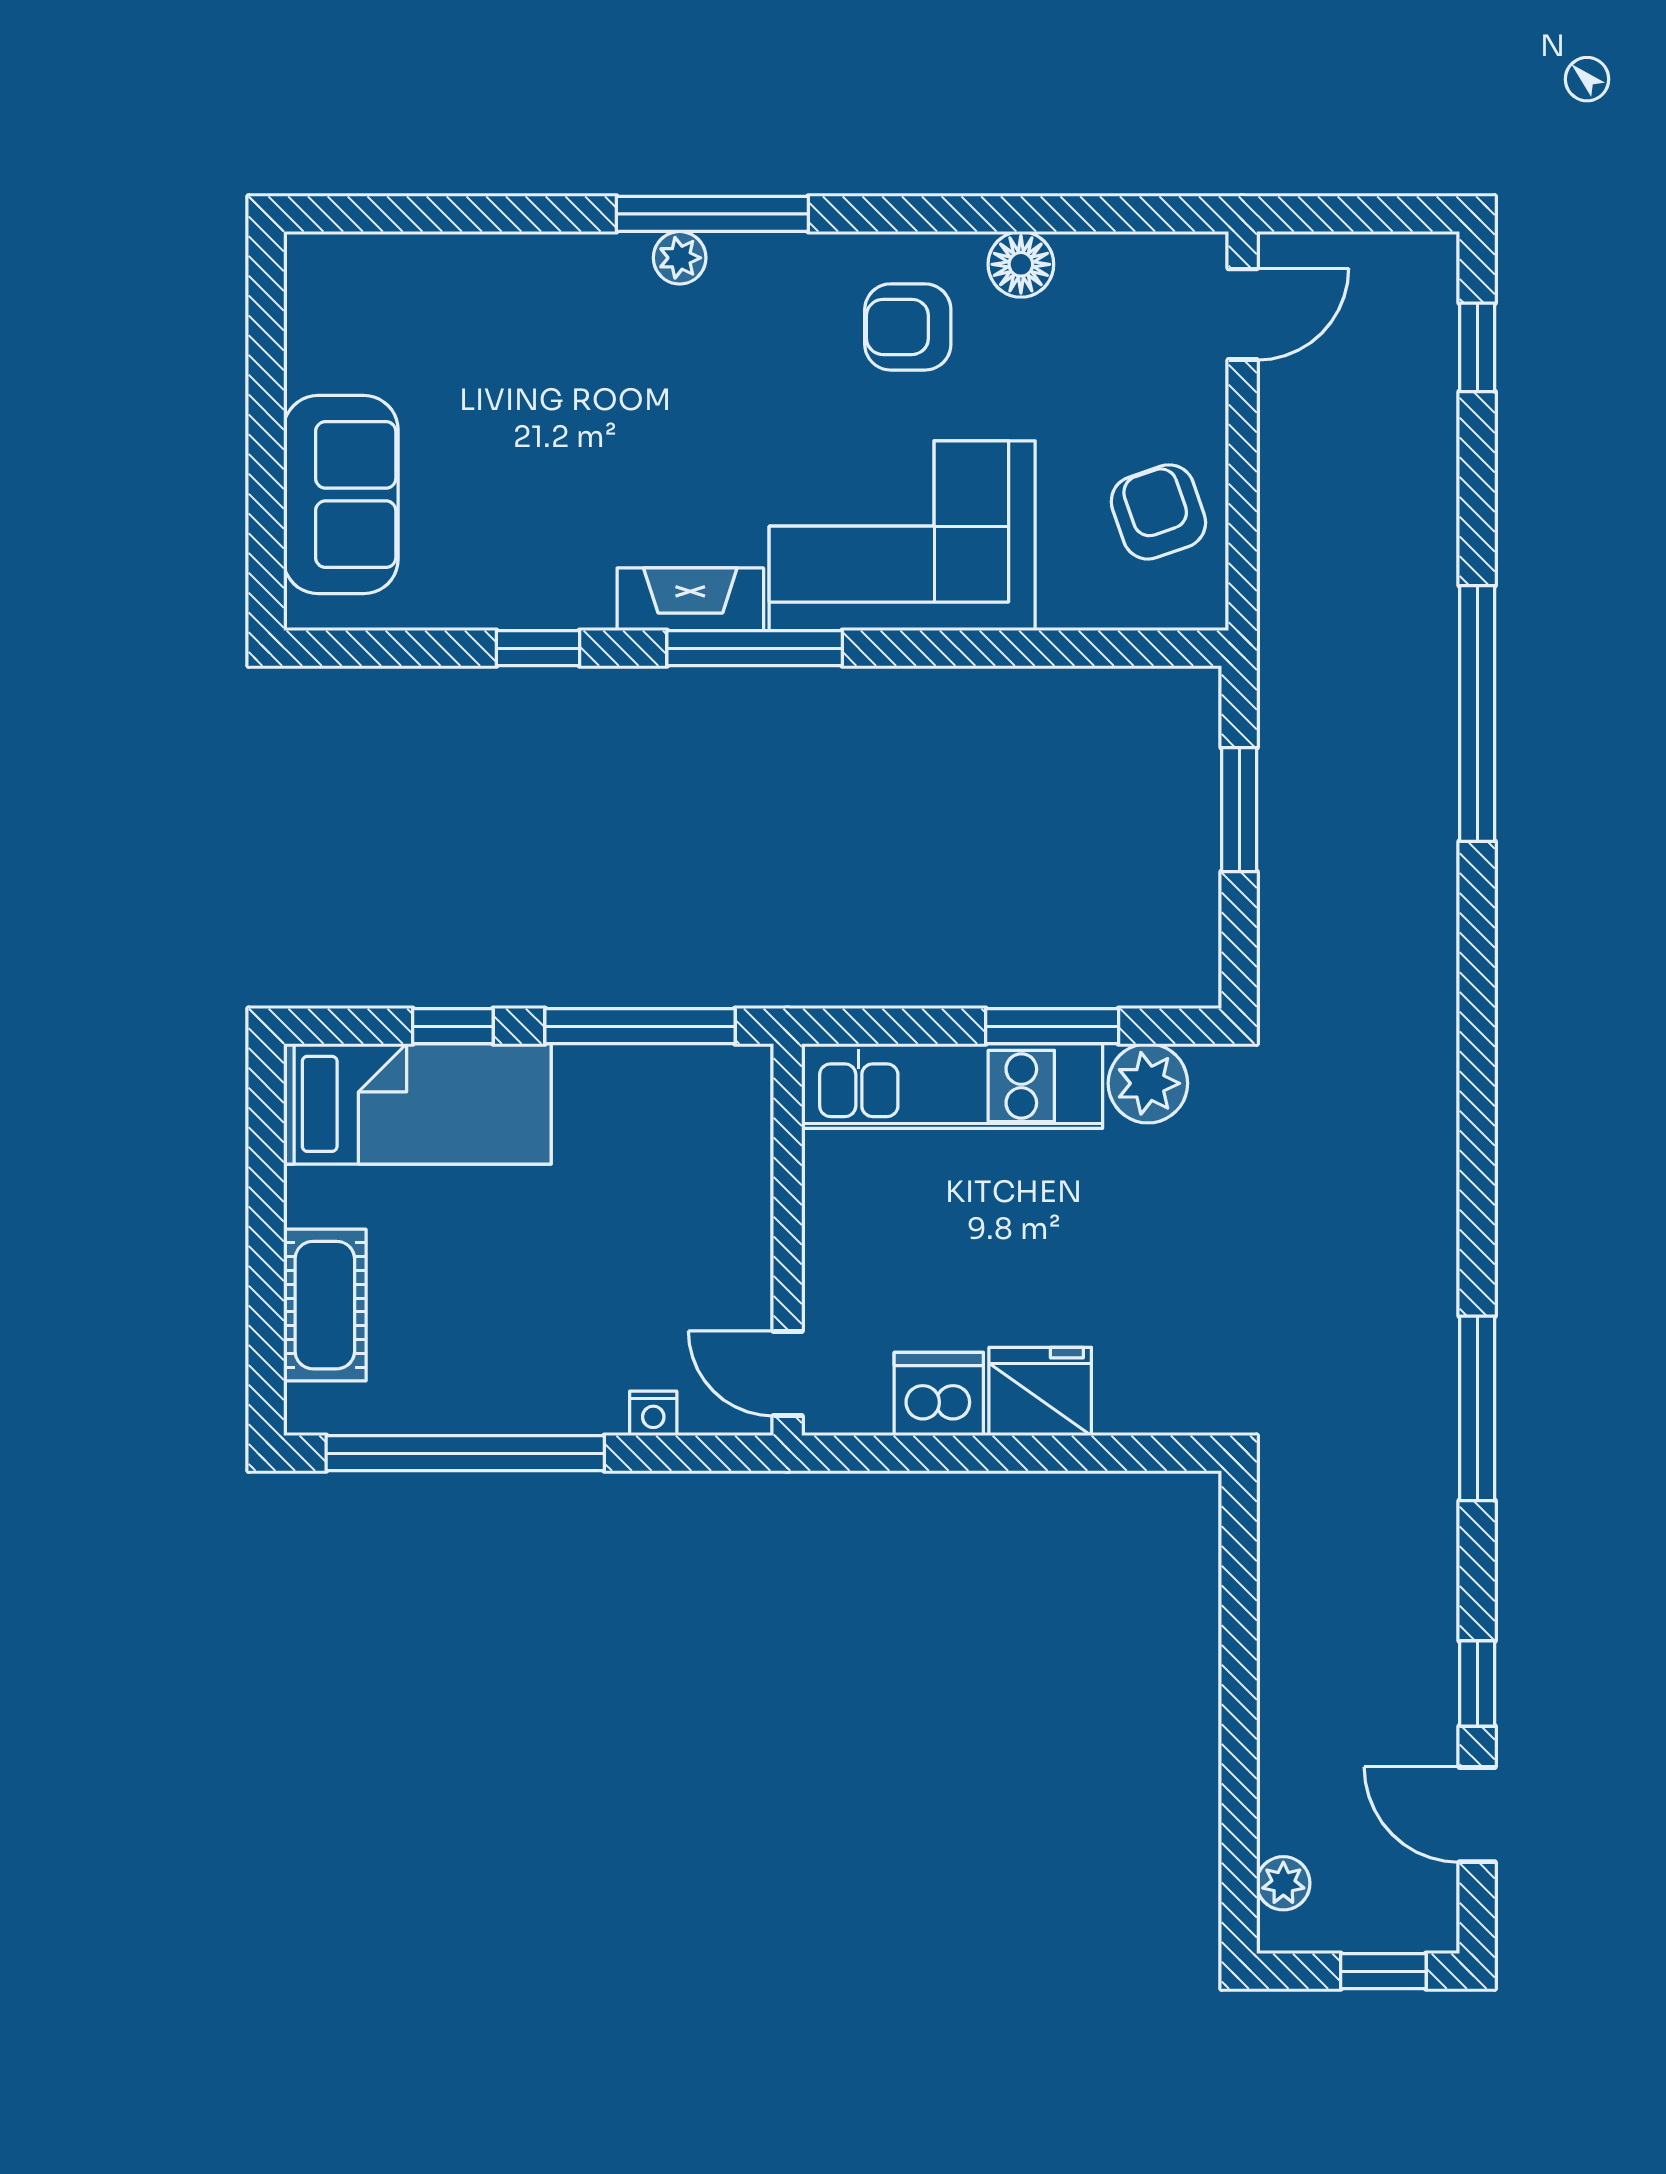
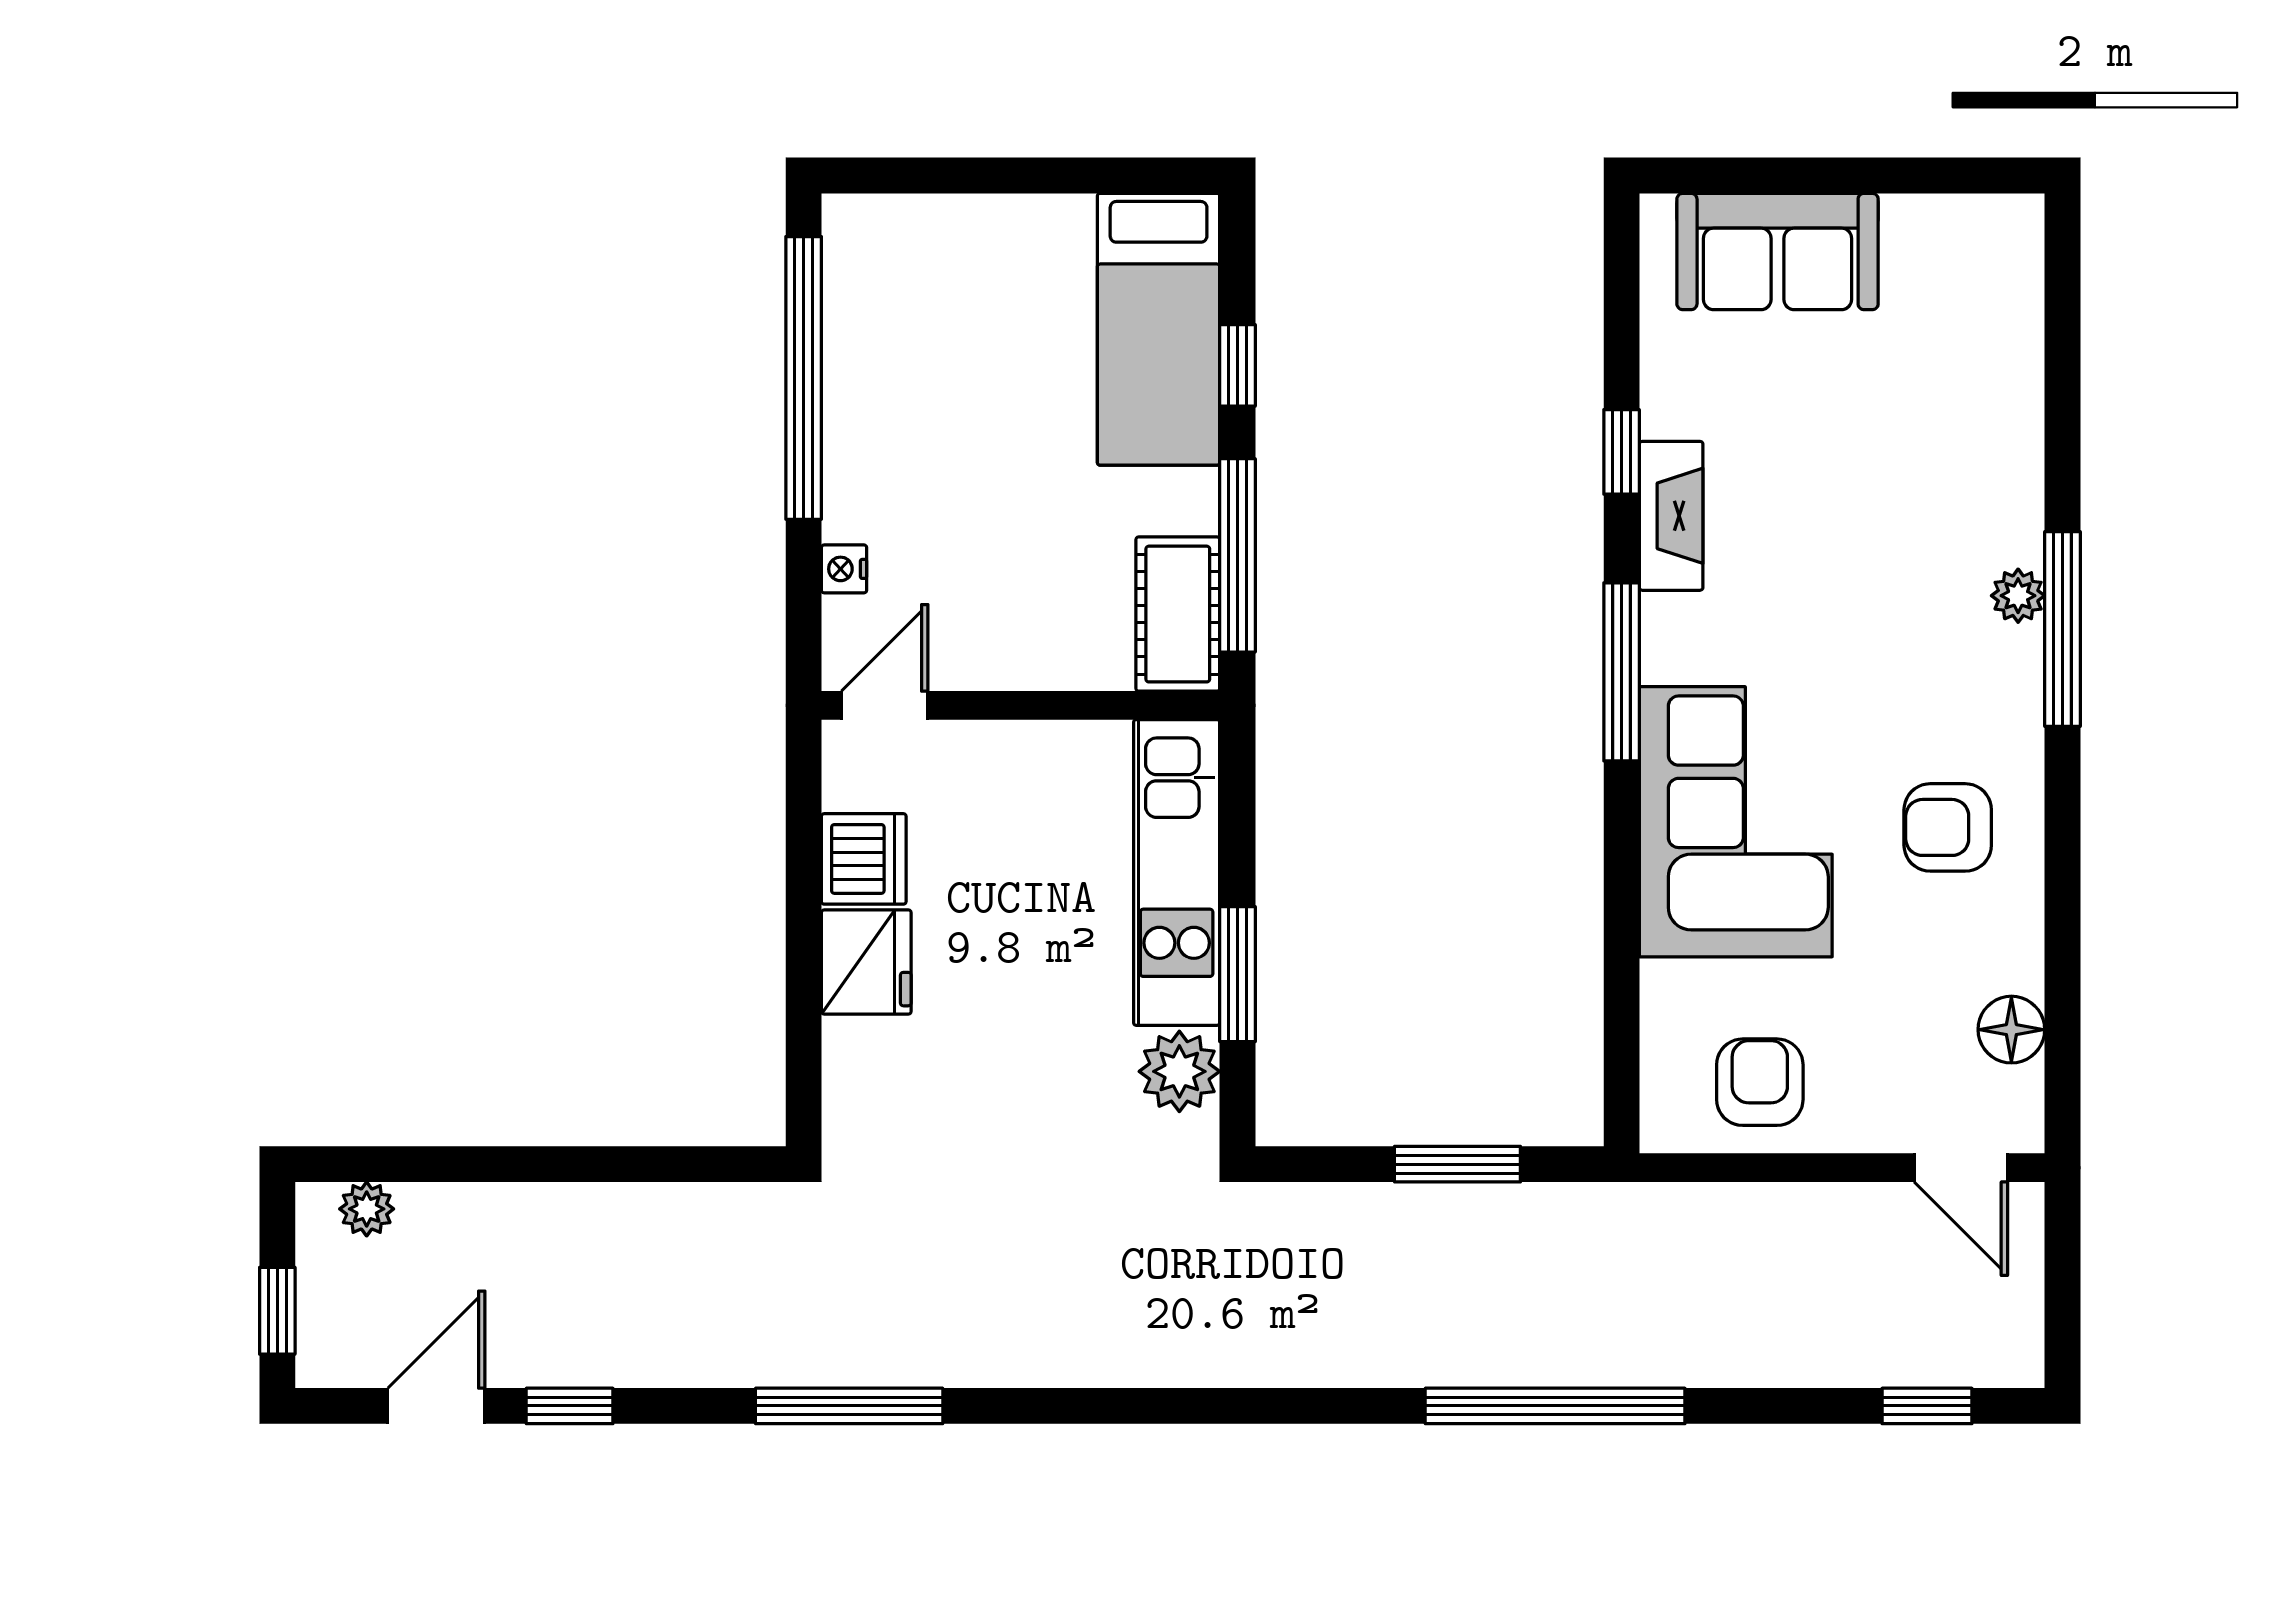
floor lamp: (1021, 264) -> (2011, 1030), moved
armchair: (908, 327) -> (1948, 827), turned -90
armchair: (1158, 512) -> (1760, 1082), turned -71
fireplace: (690, 599) -> (1671, 516), moved
cot: (325, 1305) -> (1178, 614), moved, turned 90

